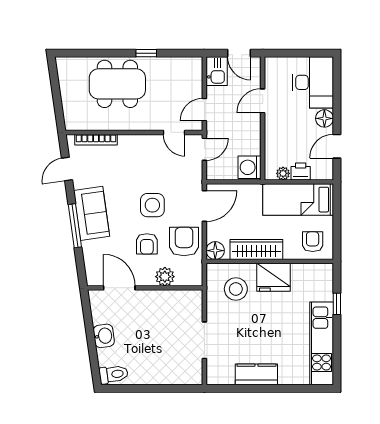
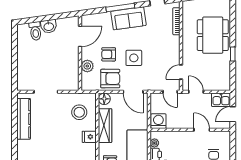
fridge: (274, 277) -> (89, 137), width x0.53, depth x0.75
toilet: (114, 374) -> (35, 31), moved
kitchen counter: (256, 374) -> (24, 119), width x1.50

